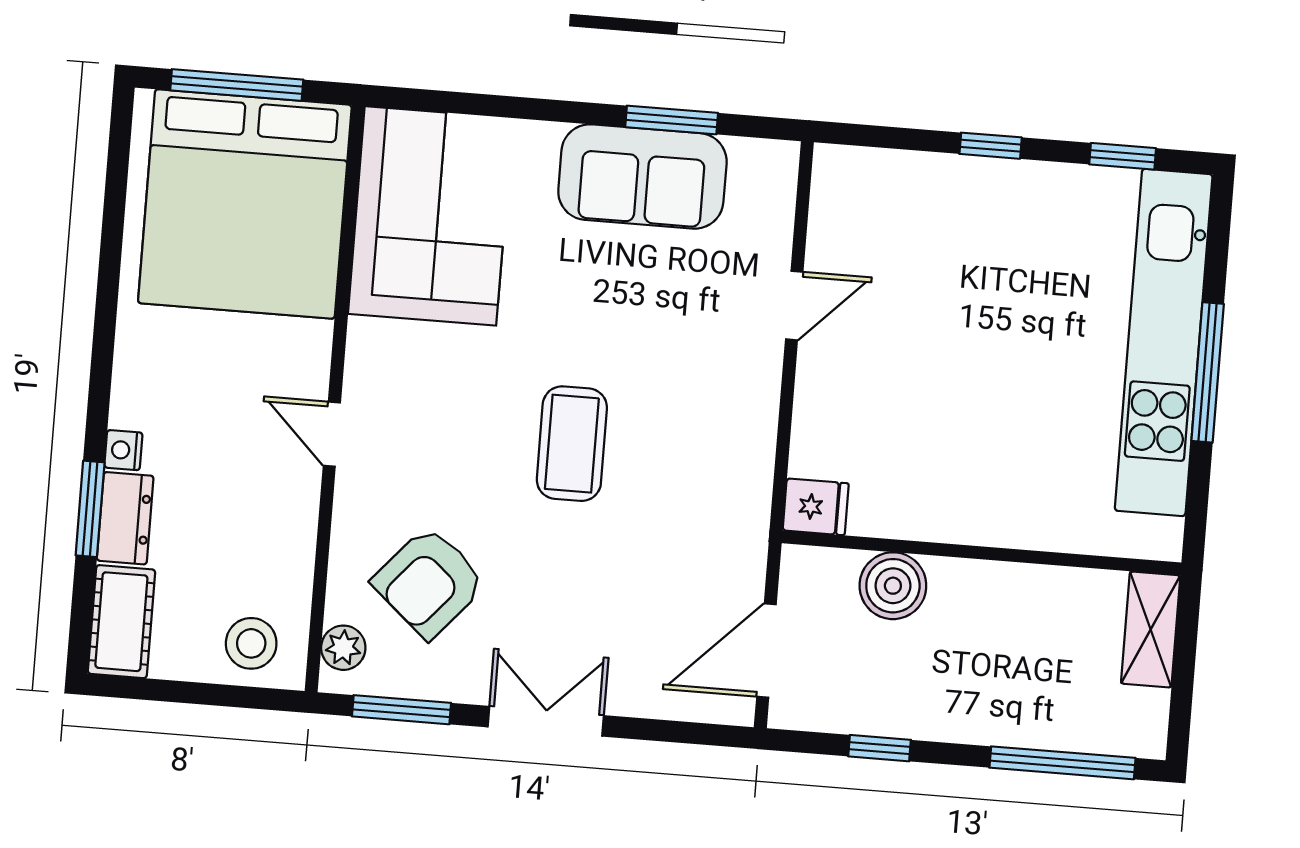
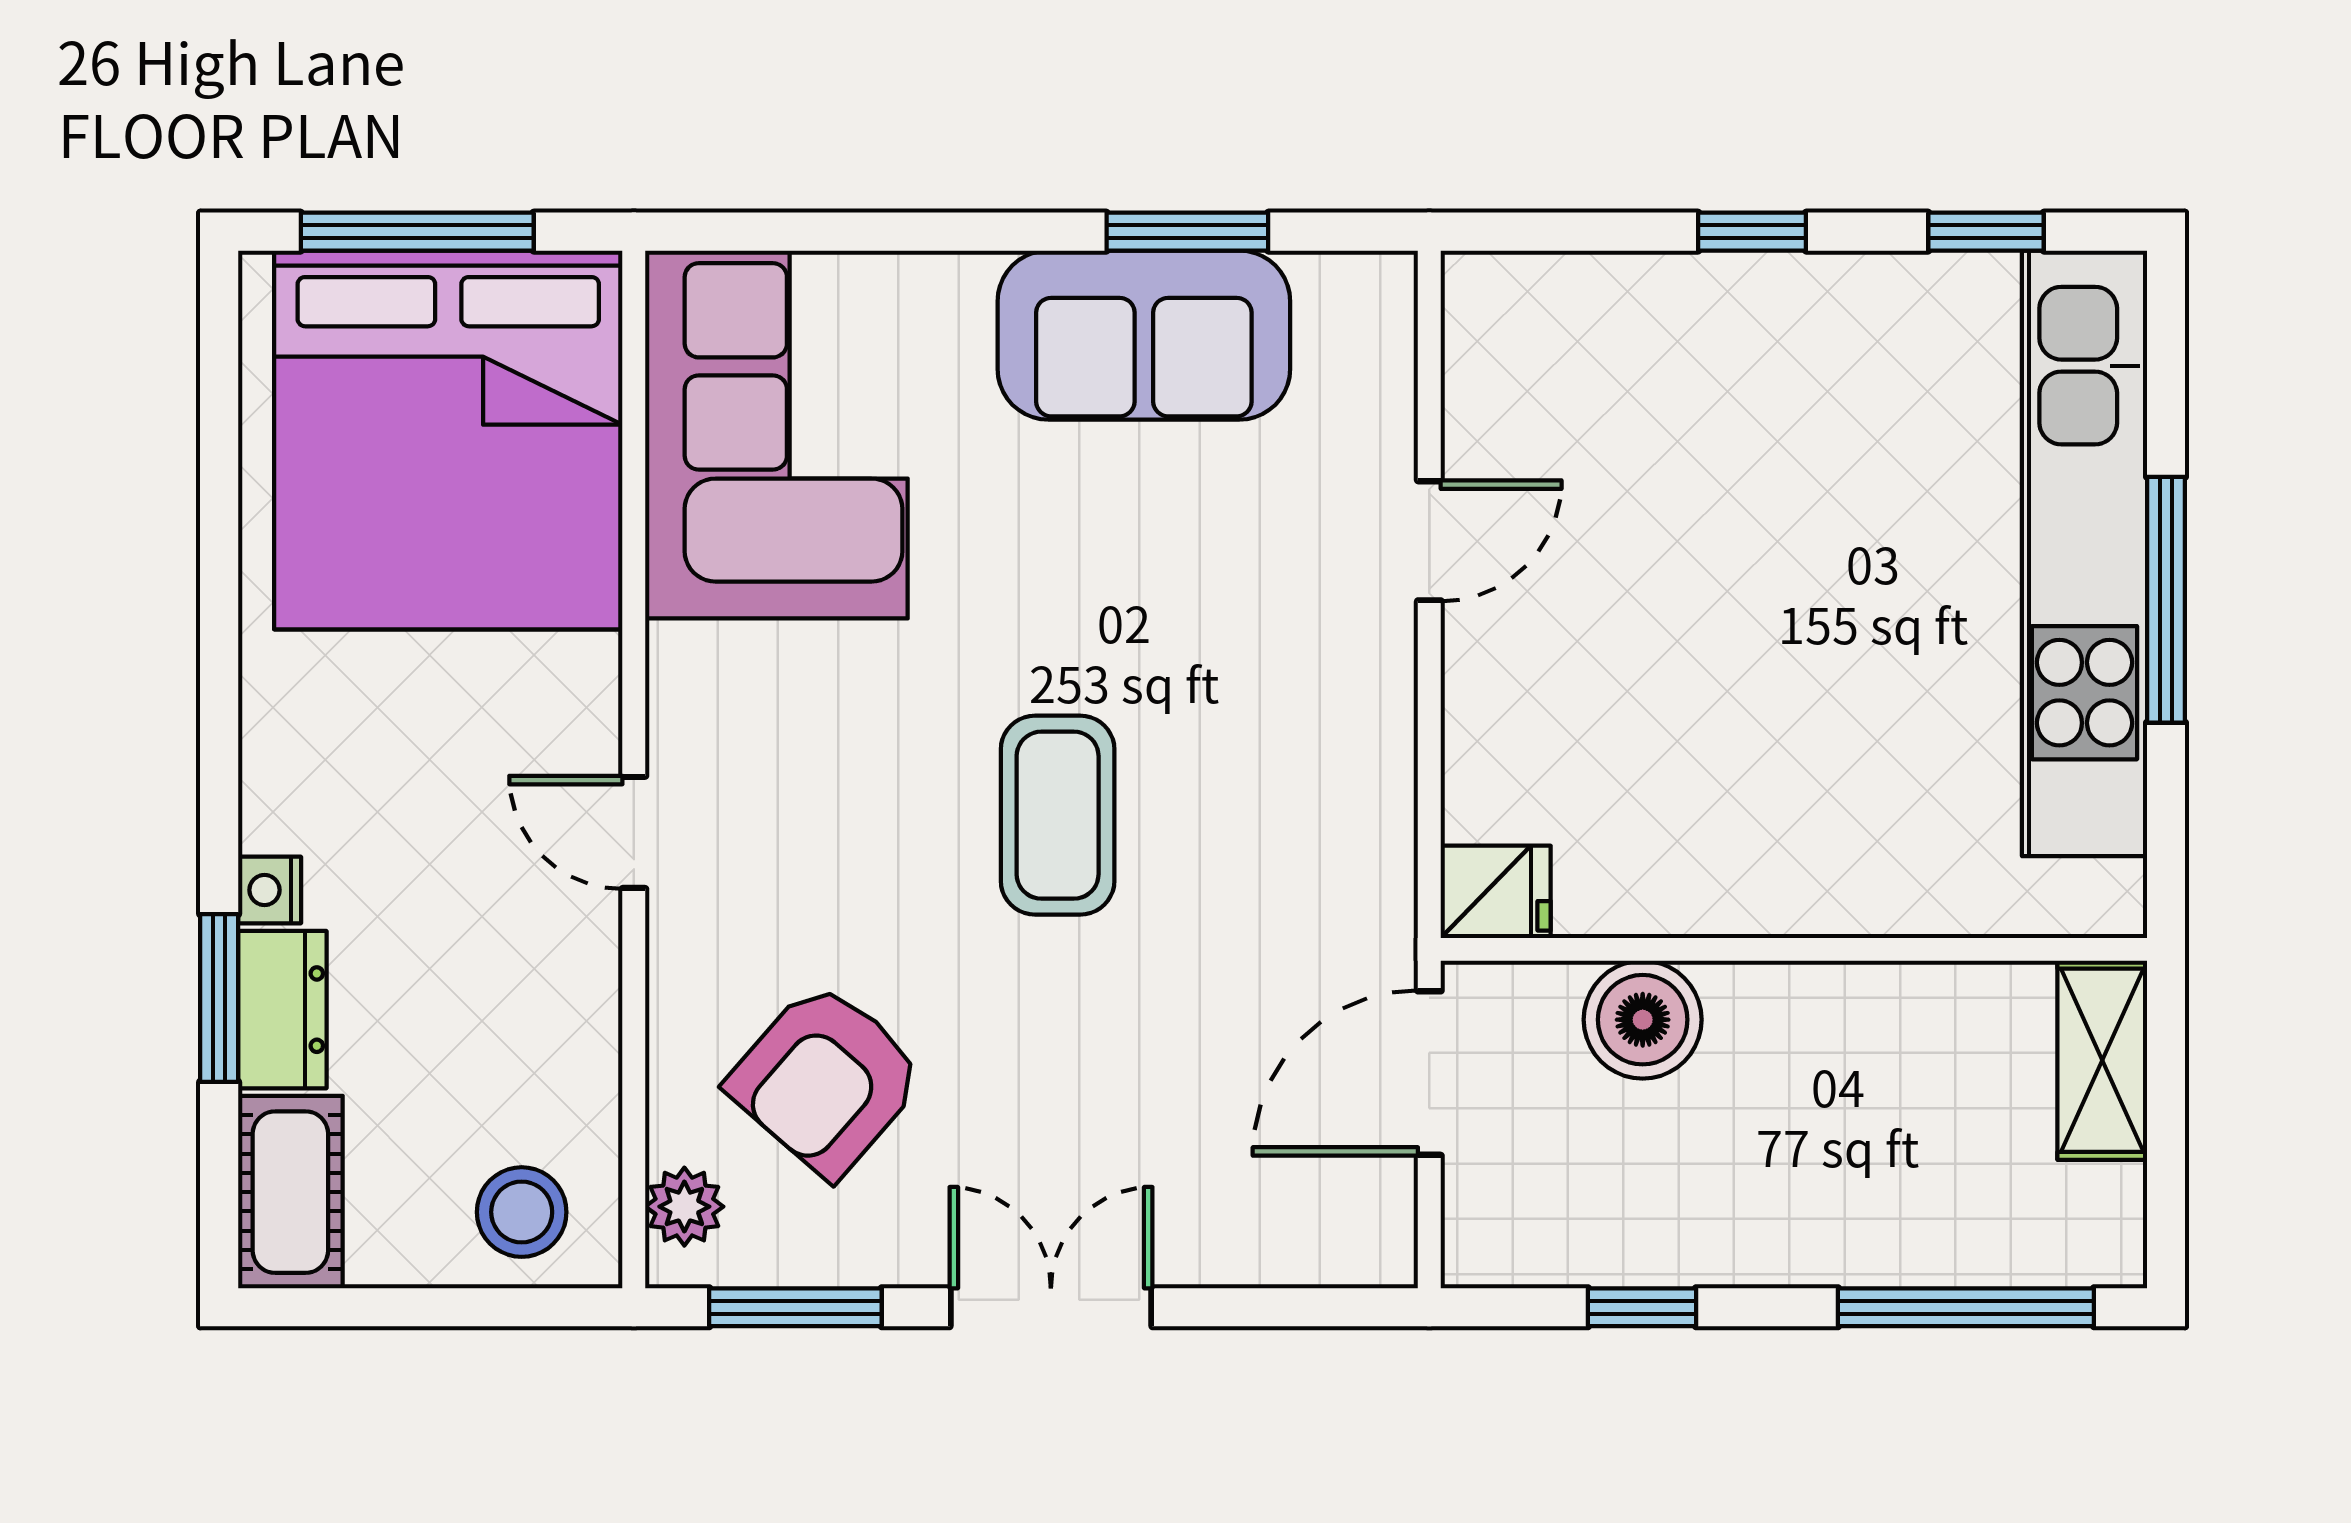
door: (766, 650) -> (1429, 1073), moved

